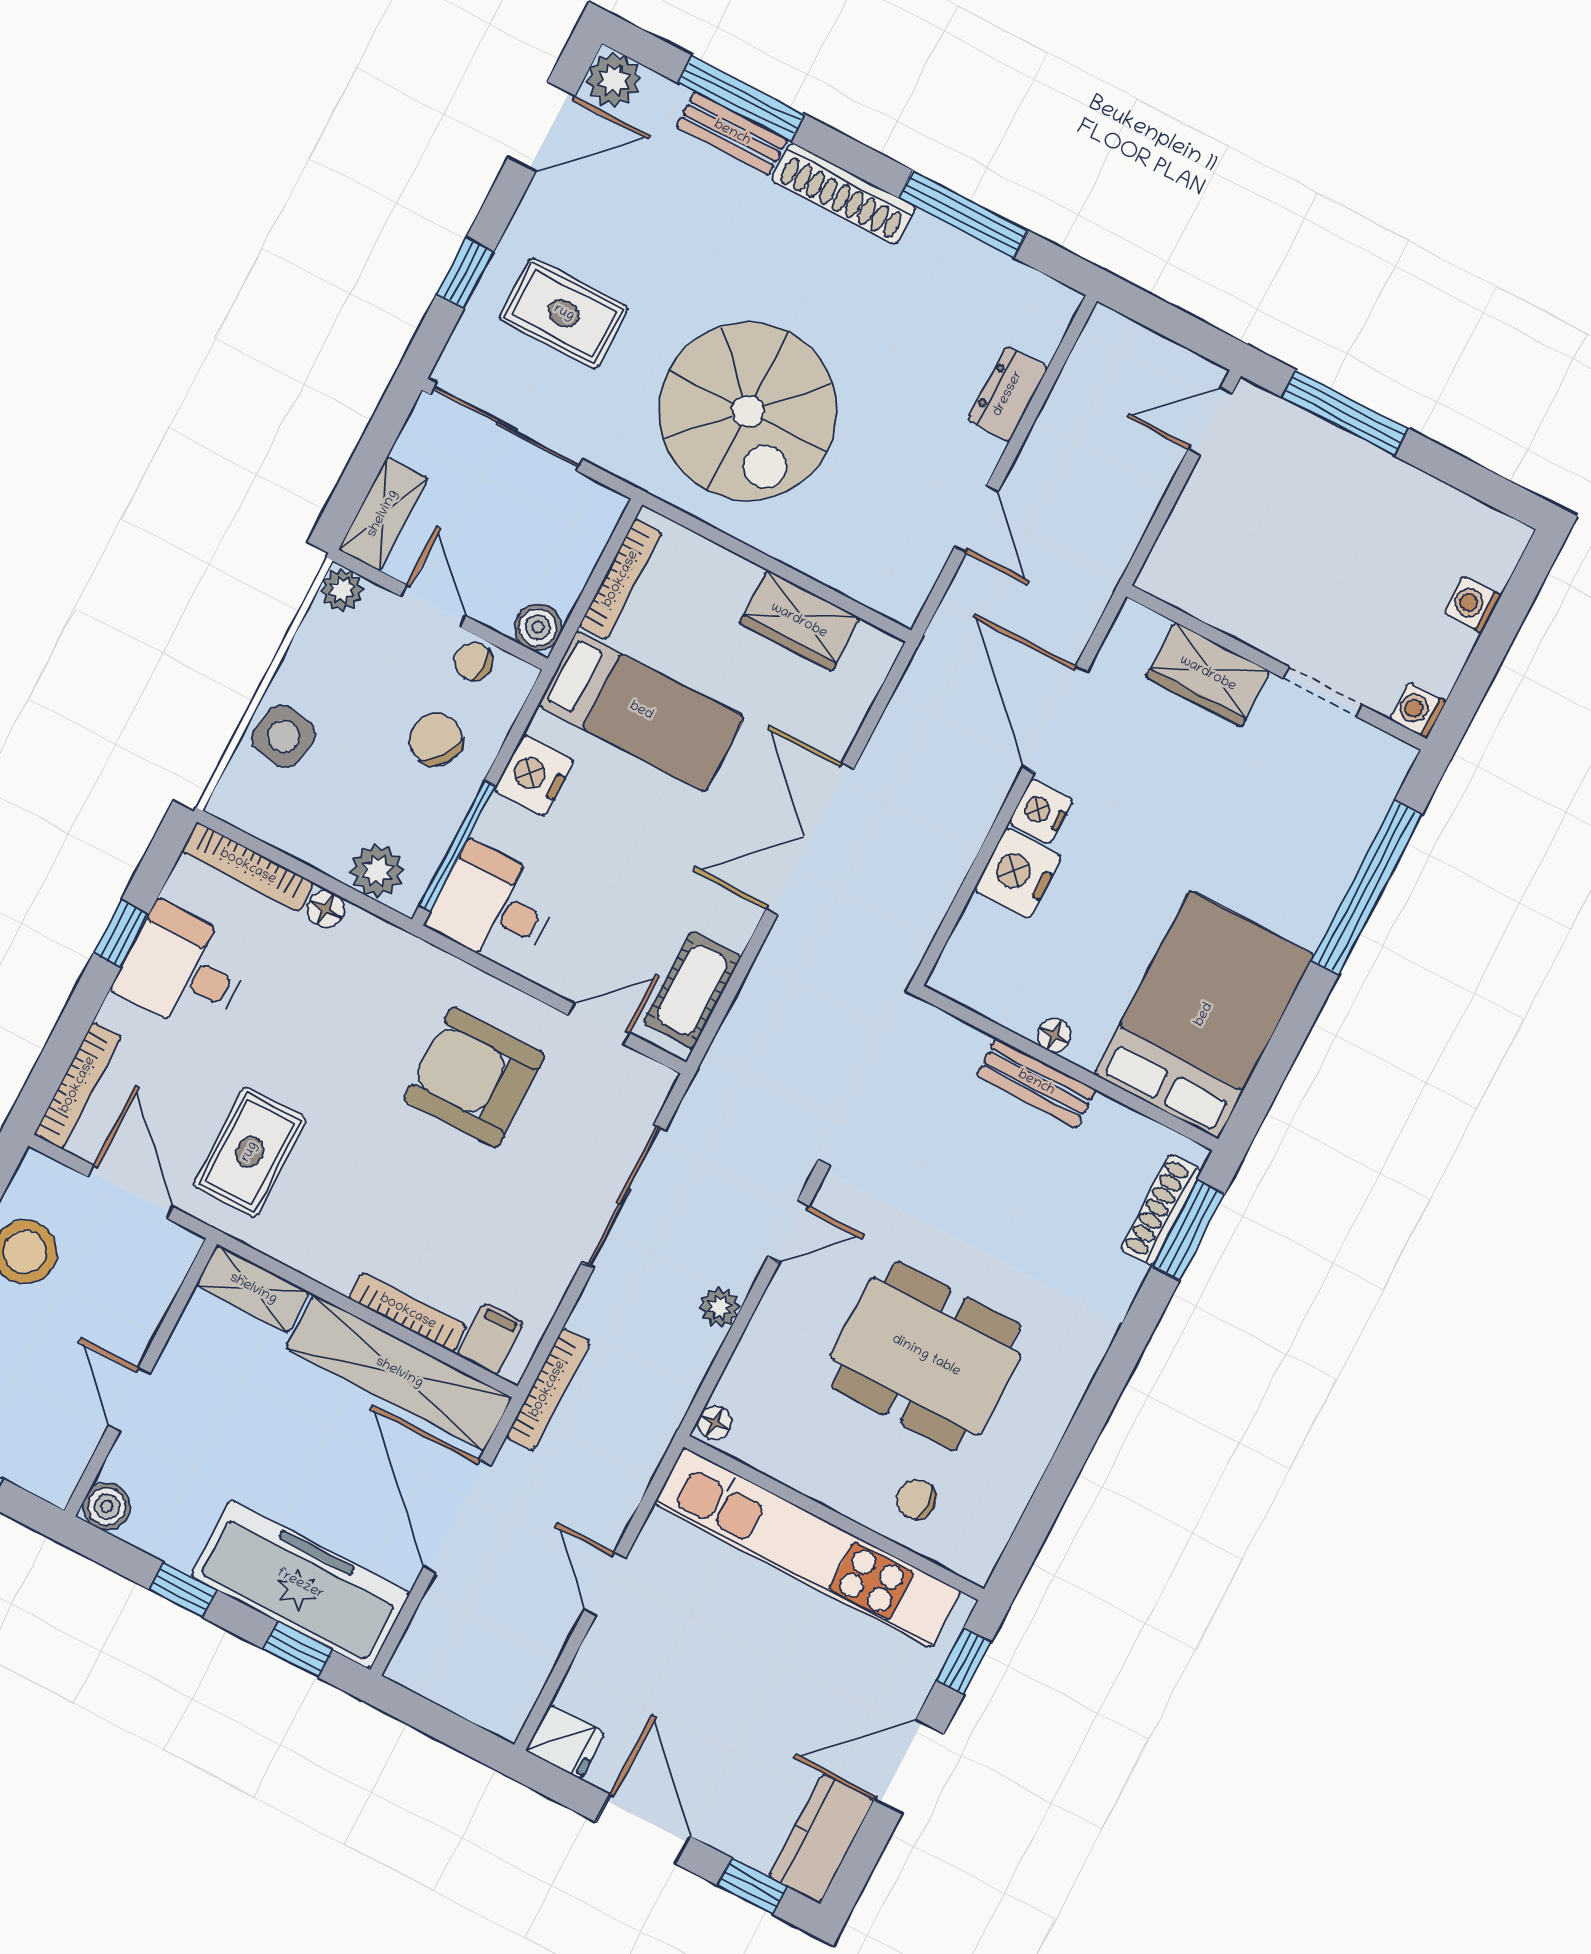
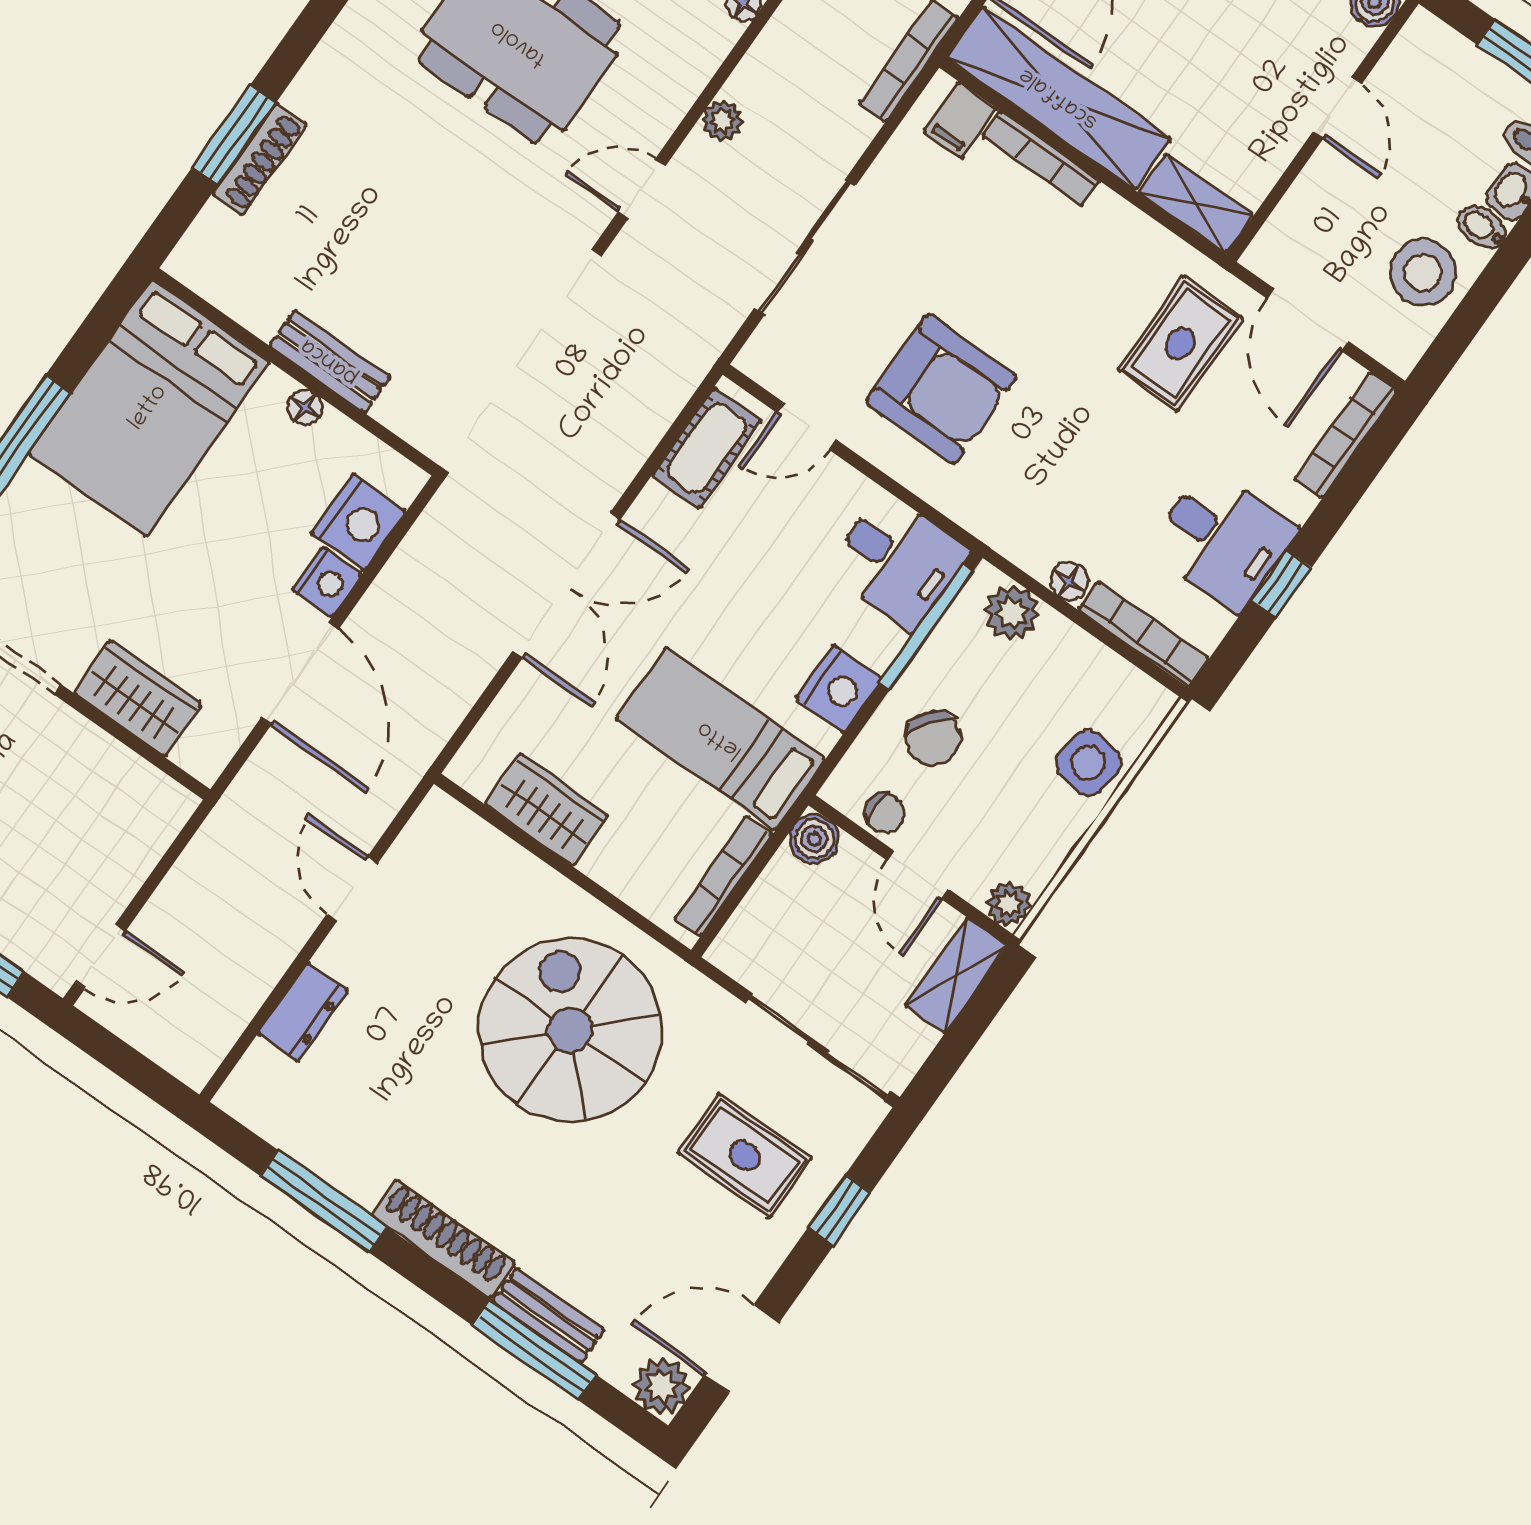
bed: (1204, 1015) -> (149, 408), moved
floor lamp: (1054, 1035) -> (305, 407), moved
wall: (1068, 1068) -> (295, 372), moved
bench: (1036, 1083) -> (330, 361), moved

